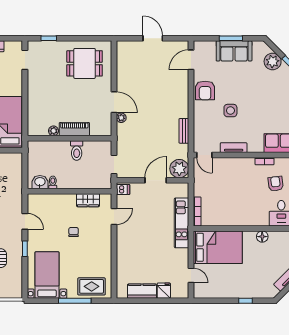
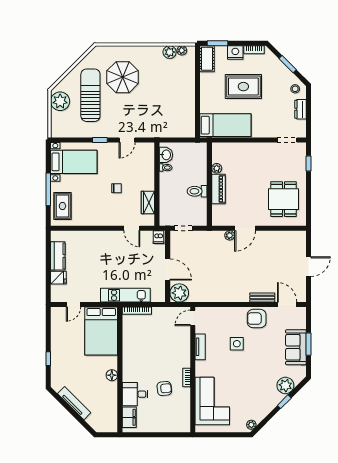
bench: (184, 131) -> (262, 297), moved

